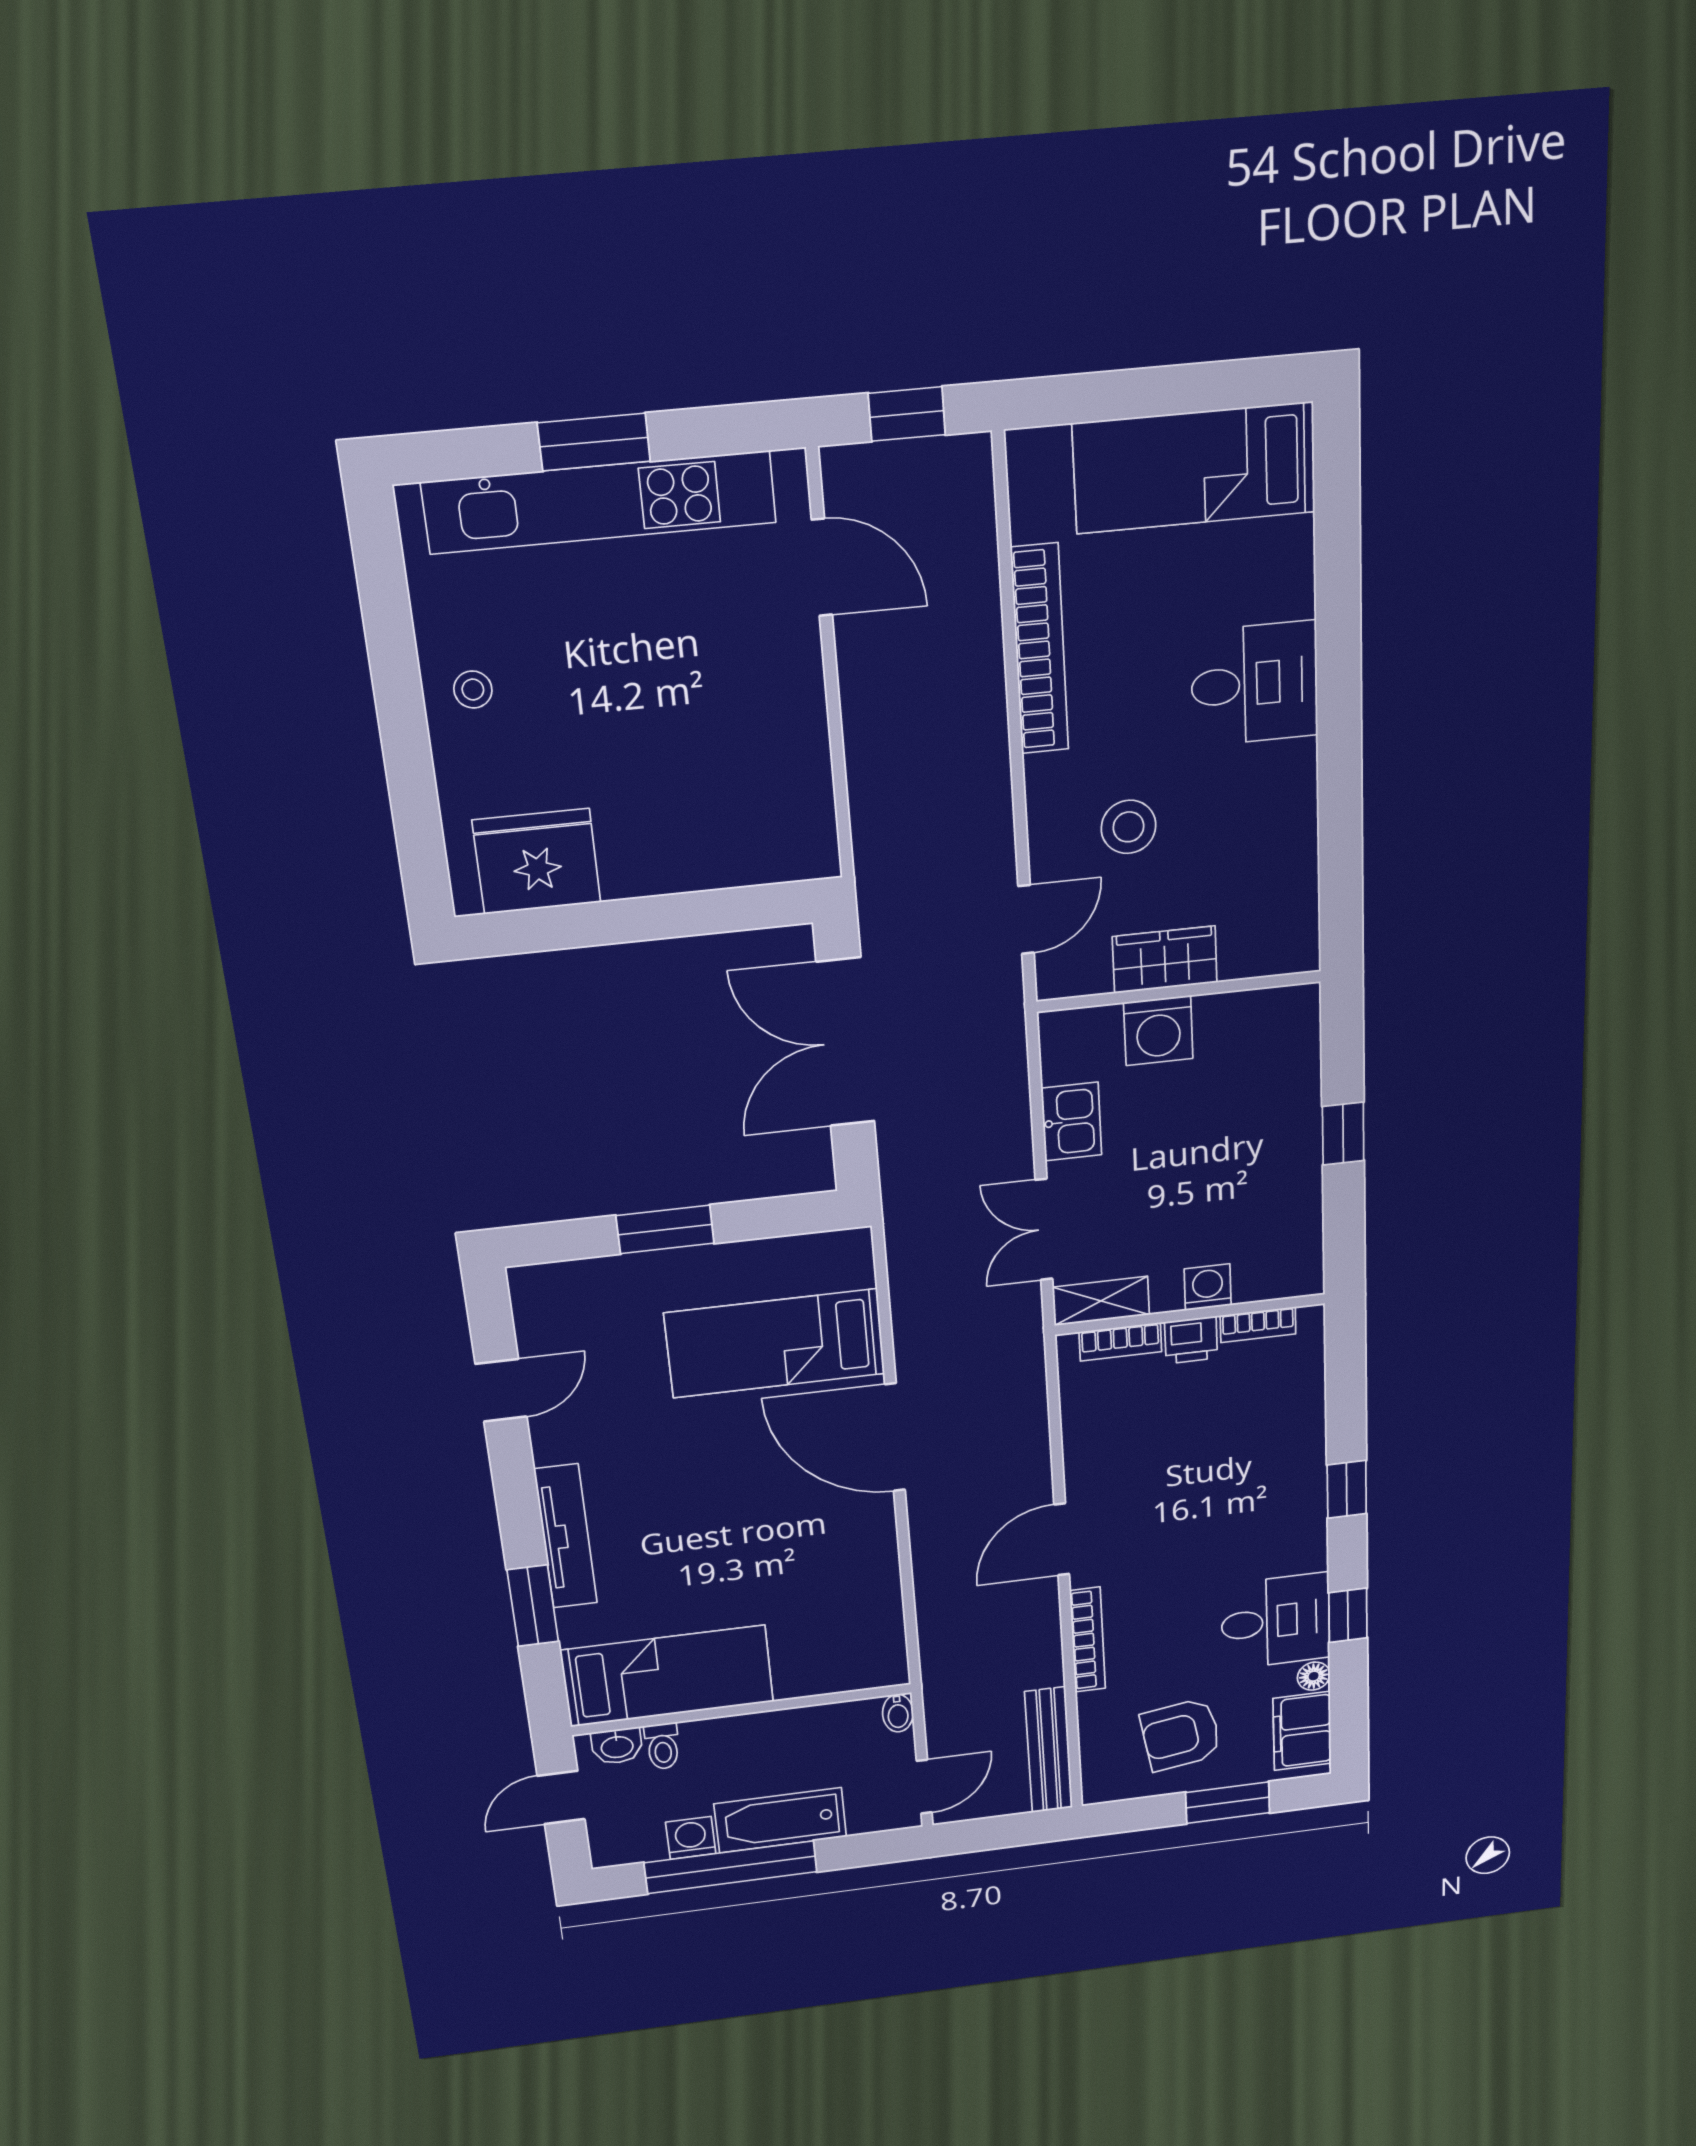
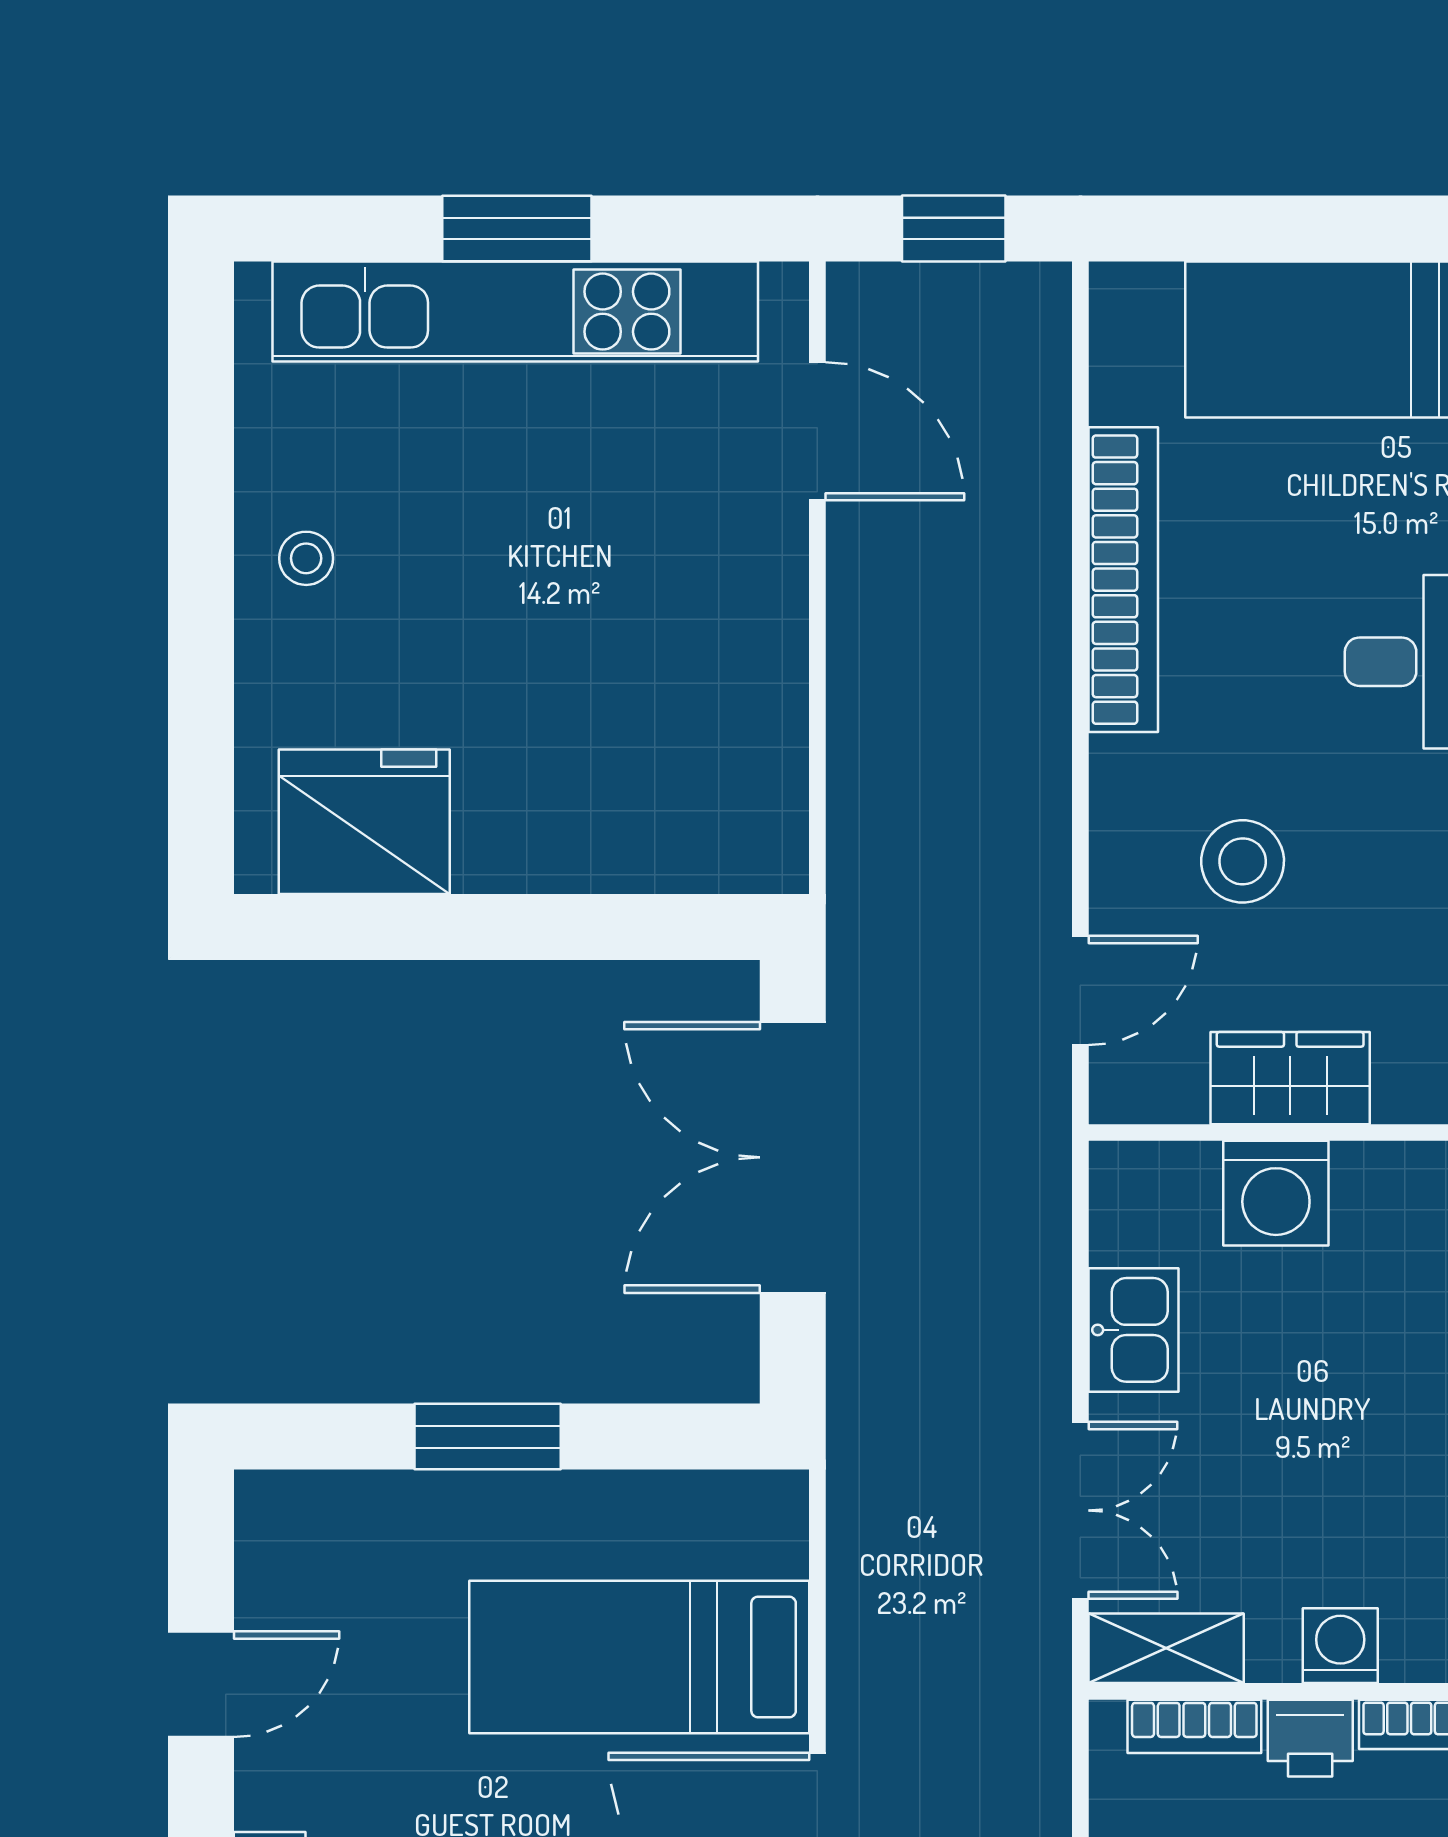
double door: (1044, 1230) -> (1080, 1510), swing flipped

